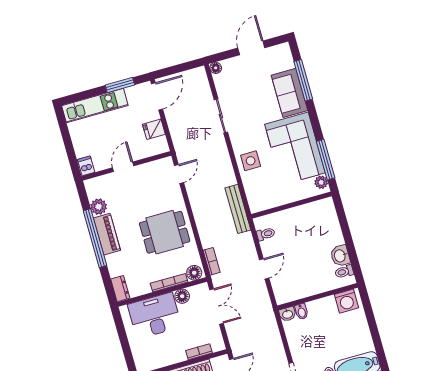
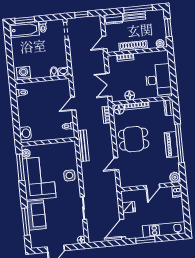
door: (179, 174) -> (116, 164), moved
plant: (99, 207) -> (175, 177), moved
washbasin: (340, 256) -> (25, 133), moved
desk: (155, 316) -> (158, 80), moved, turned -90

